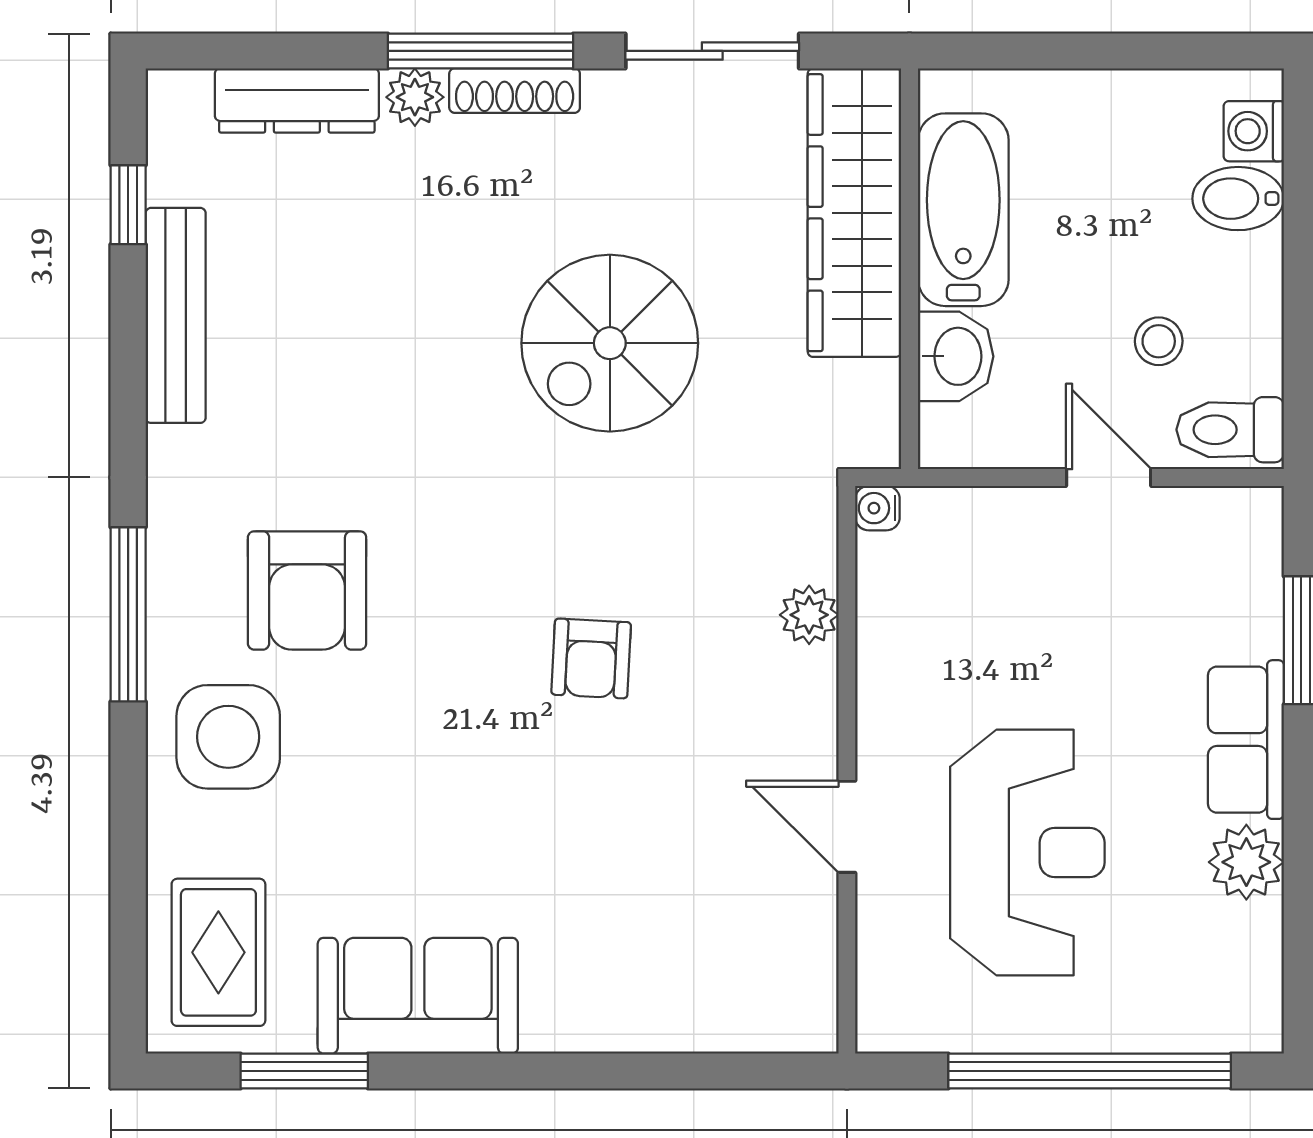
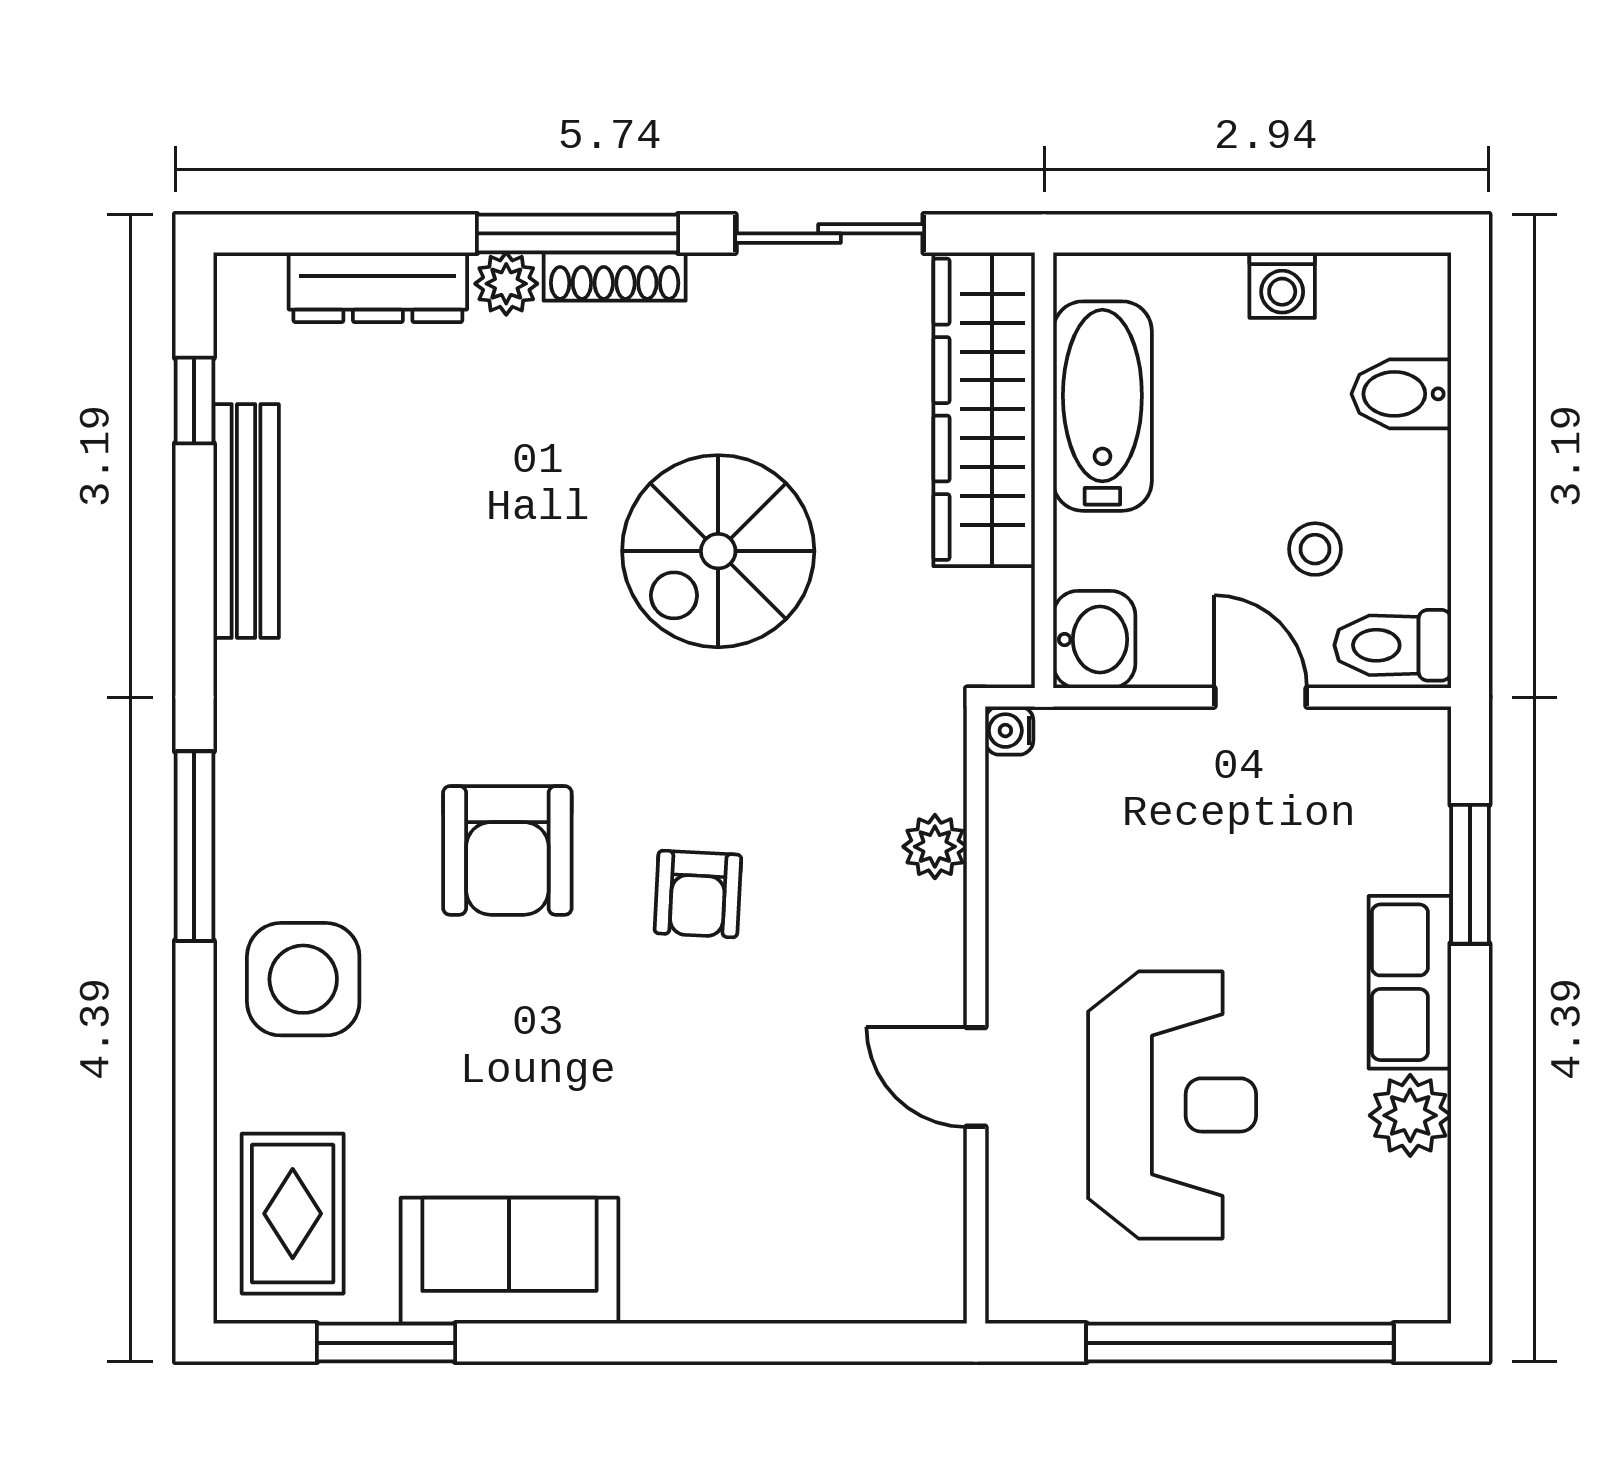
washing machine: (1254, 131) -> (1282, 285), moved, turned -90
washbasin: (956, 356) -> (1094, 640), moved
armchair: (307, 590) -> (507, 850), moved

